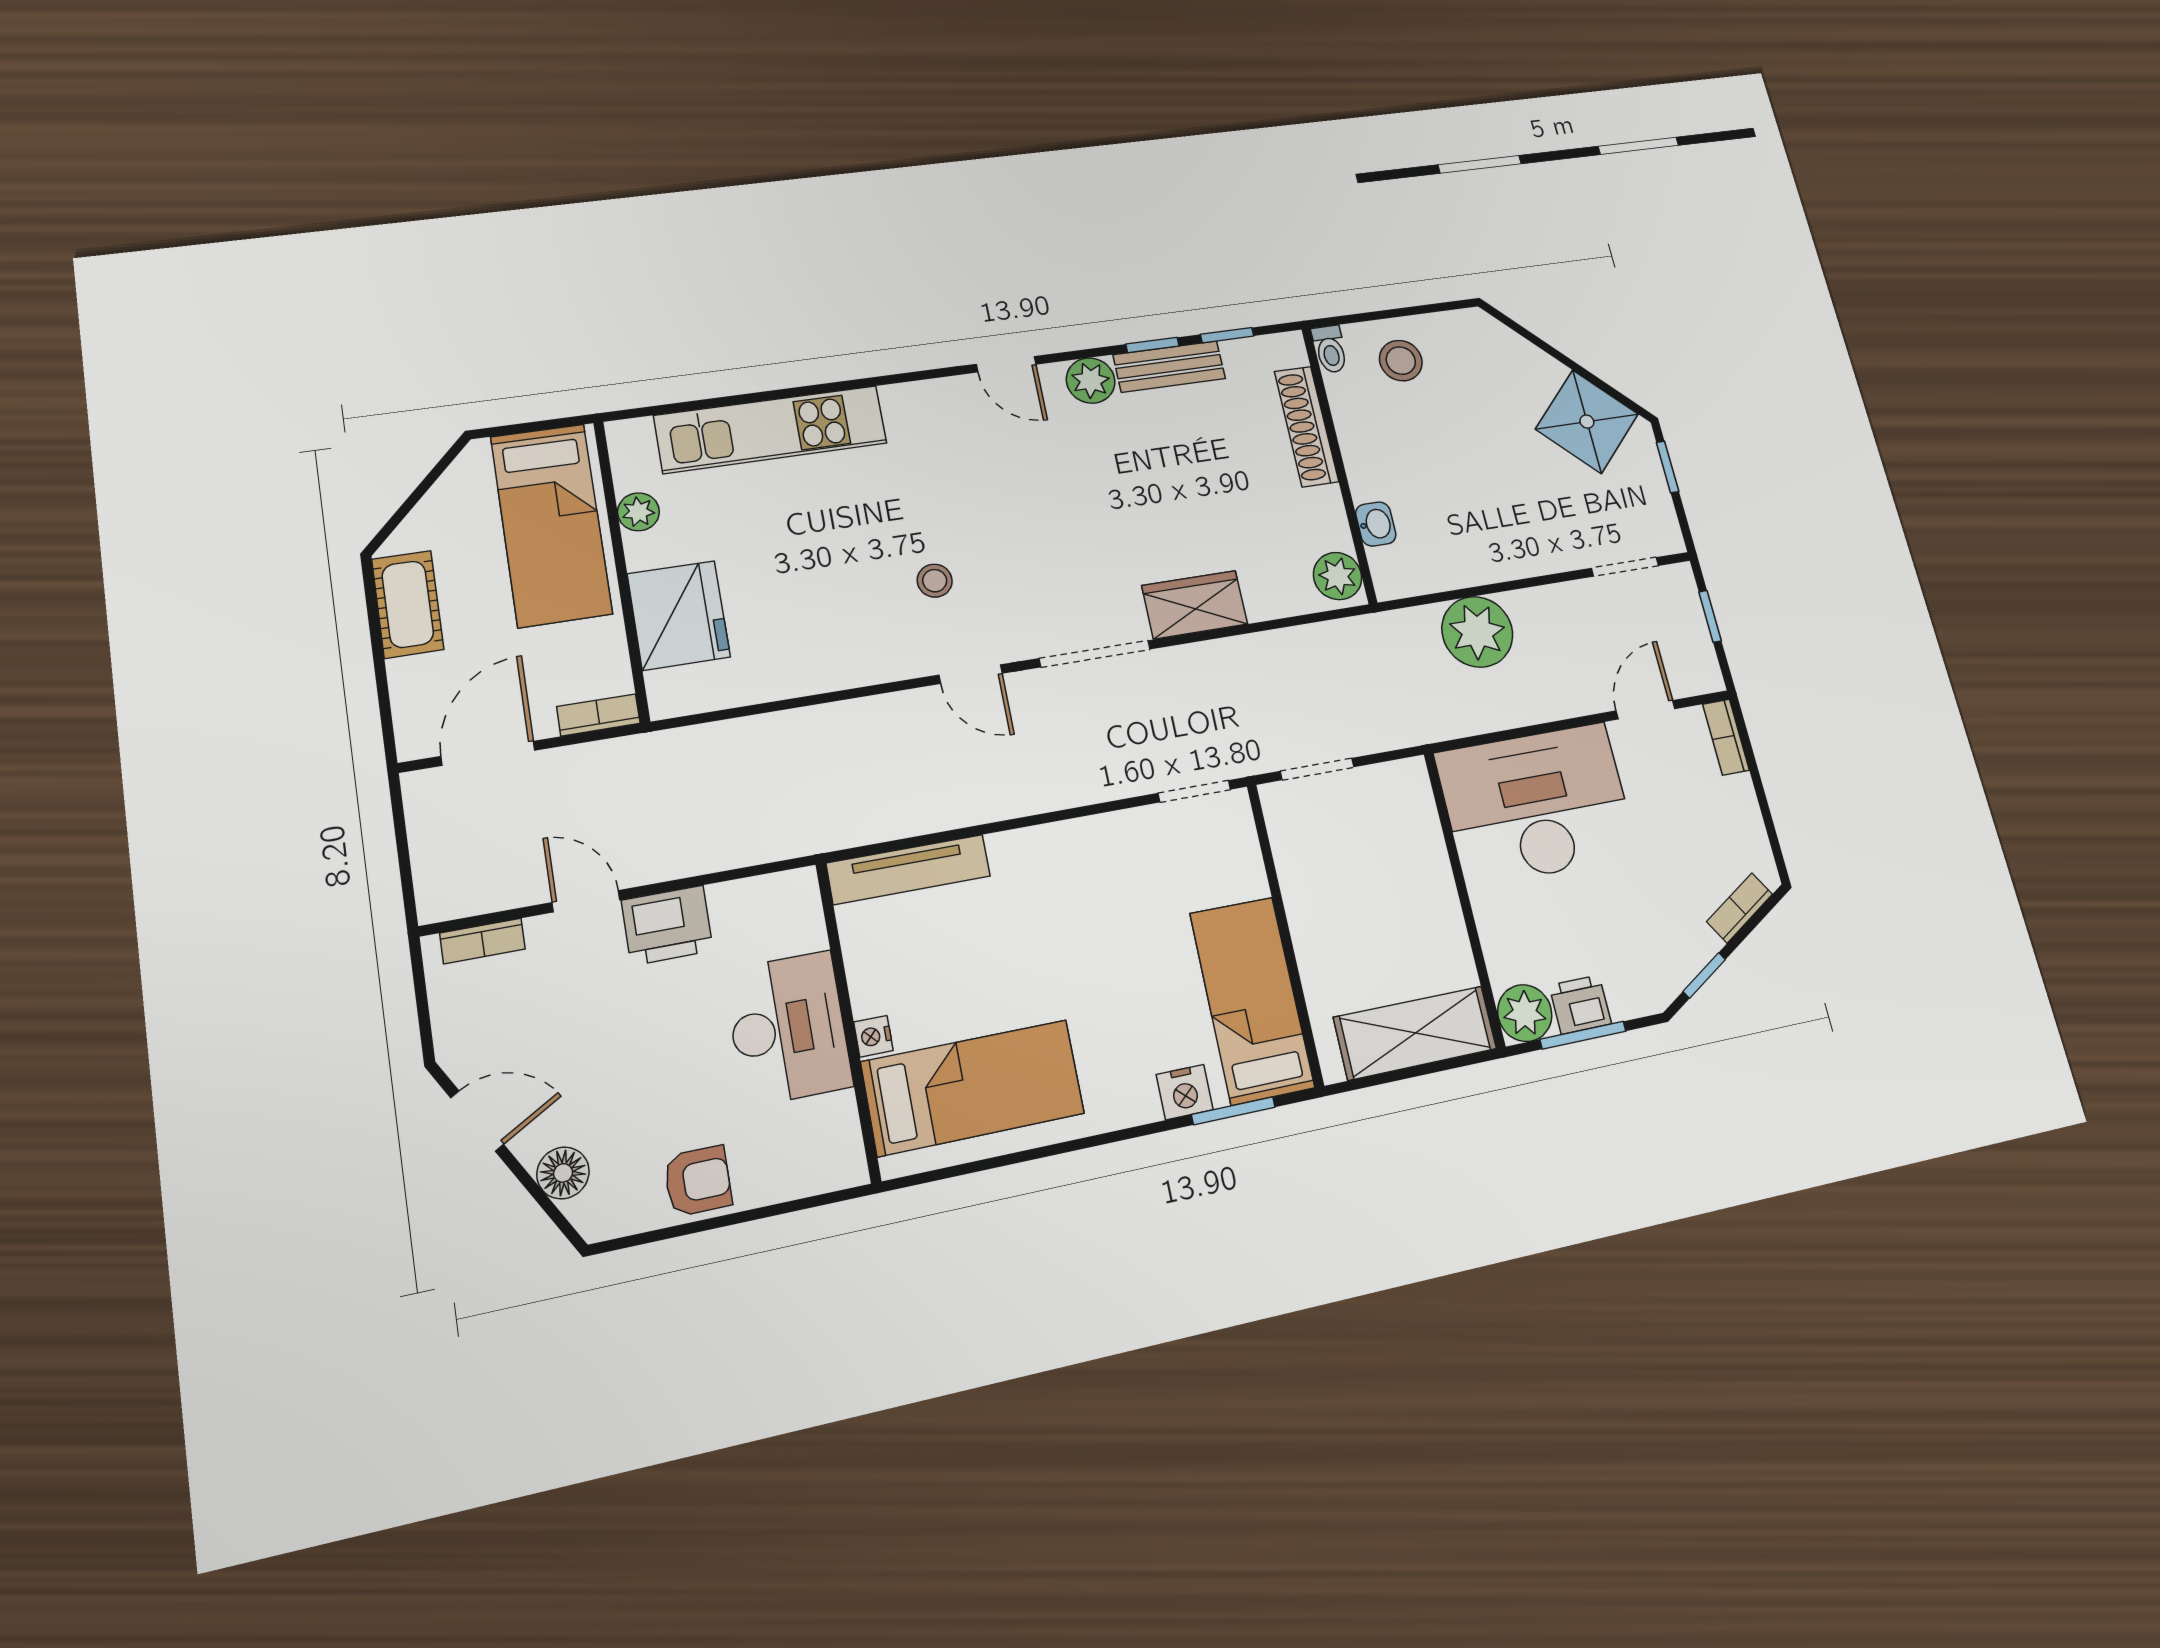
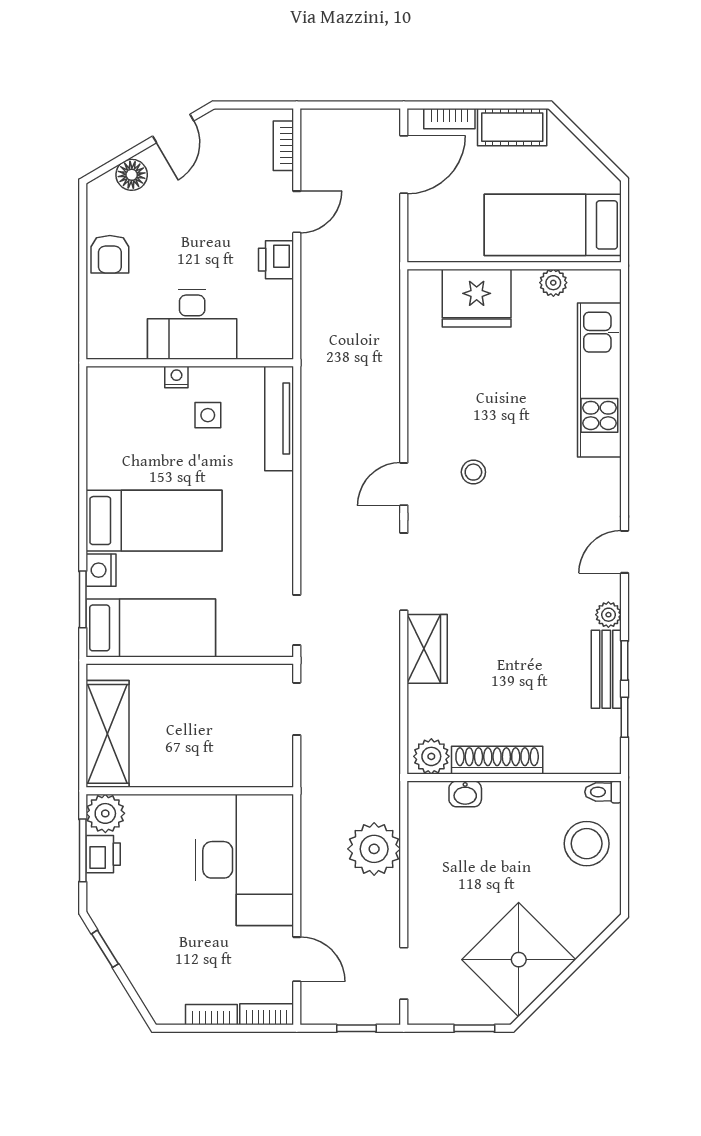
stool: (1401, 361) -> (587, 844), width x1.38, depth x1.38
plant: (1091, 381) -> (608, 615), width x0.73, depth x0.73
shower: (1587, 422) -> (519, 960), width x1.37, depth x1.37
shoe rack: (1306, 426) -> (497, 760), moved
bookcase: (598, 715) -> (449, 119), moved, turned 90
door: (488, 753) -> (404, 165), hinge flipped
bookcase: (1740, 908) -> (211, 1015), moved, turned -58
printer: (667, 925) -> (276, 260), width x0.73, depth x0.81
side table: (923, 977) -> (208, 415), added
bed: (973, 1088) -> (154, 521), moved, turned -90

